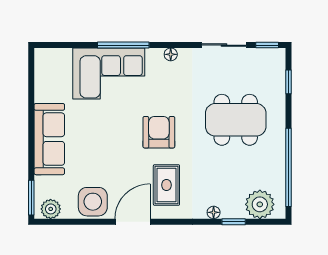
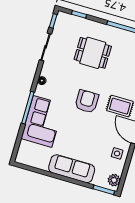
dining table: (236, 120) -> (93, 53), width x0.73
armchair: (159, 132) -> (87, 101), turned 90
side table: (93, 202) -> (117, 153), width x0.54, depth x0.54

